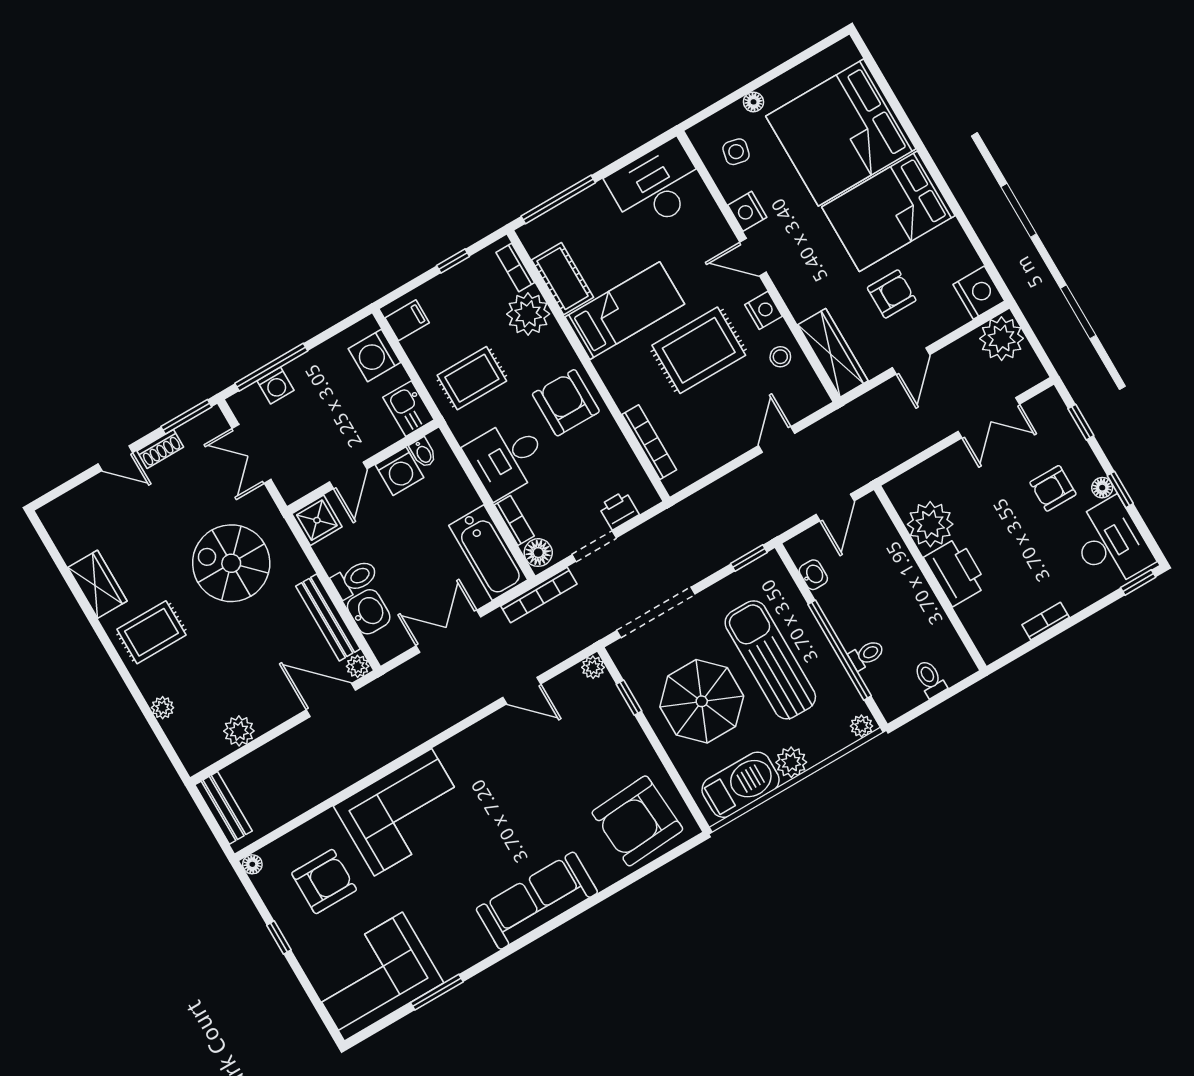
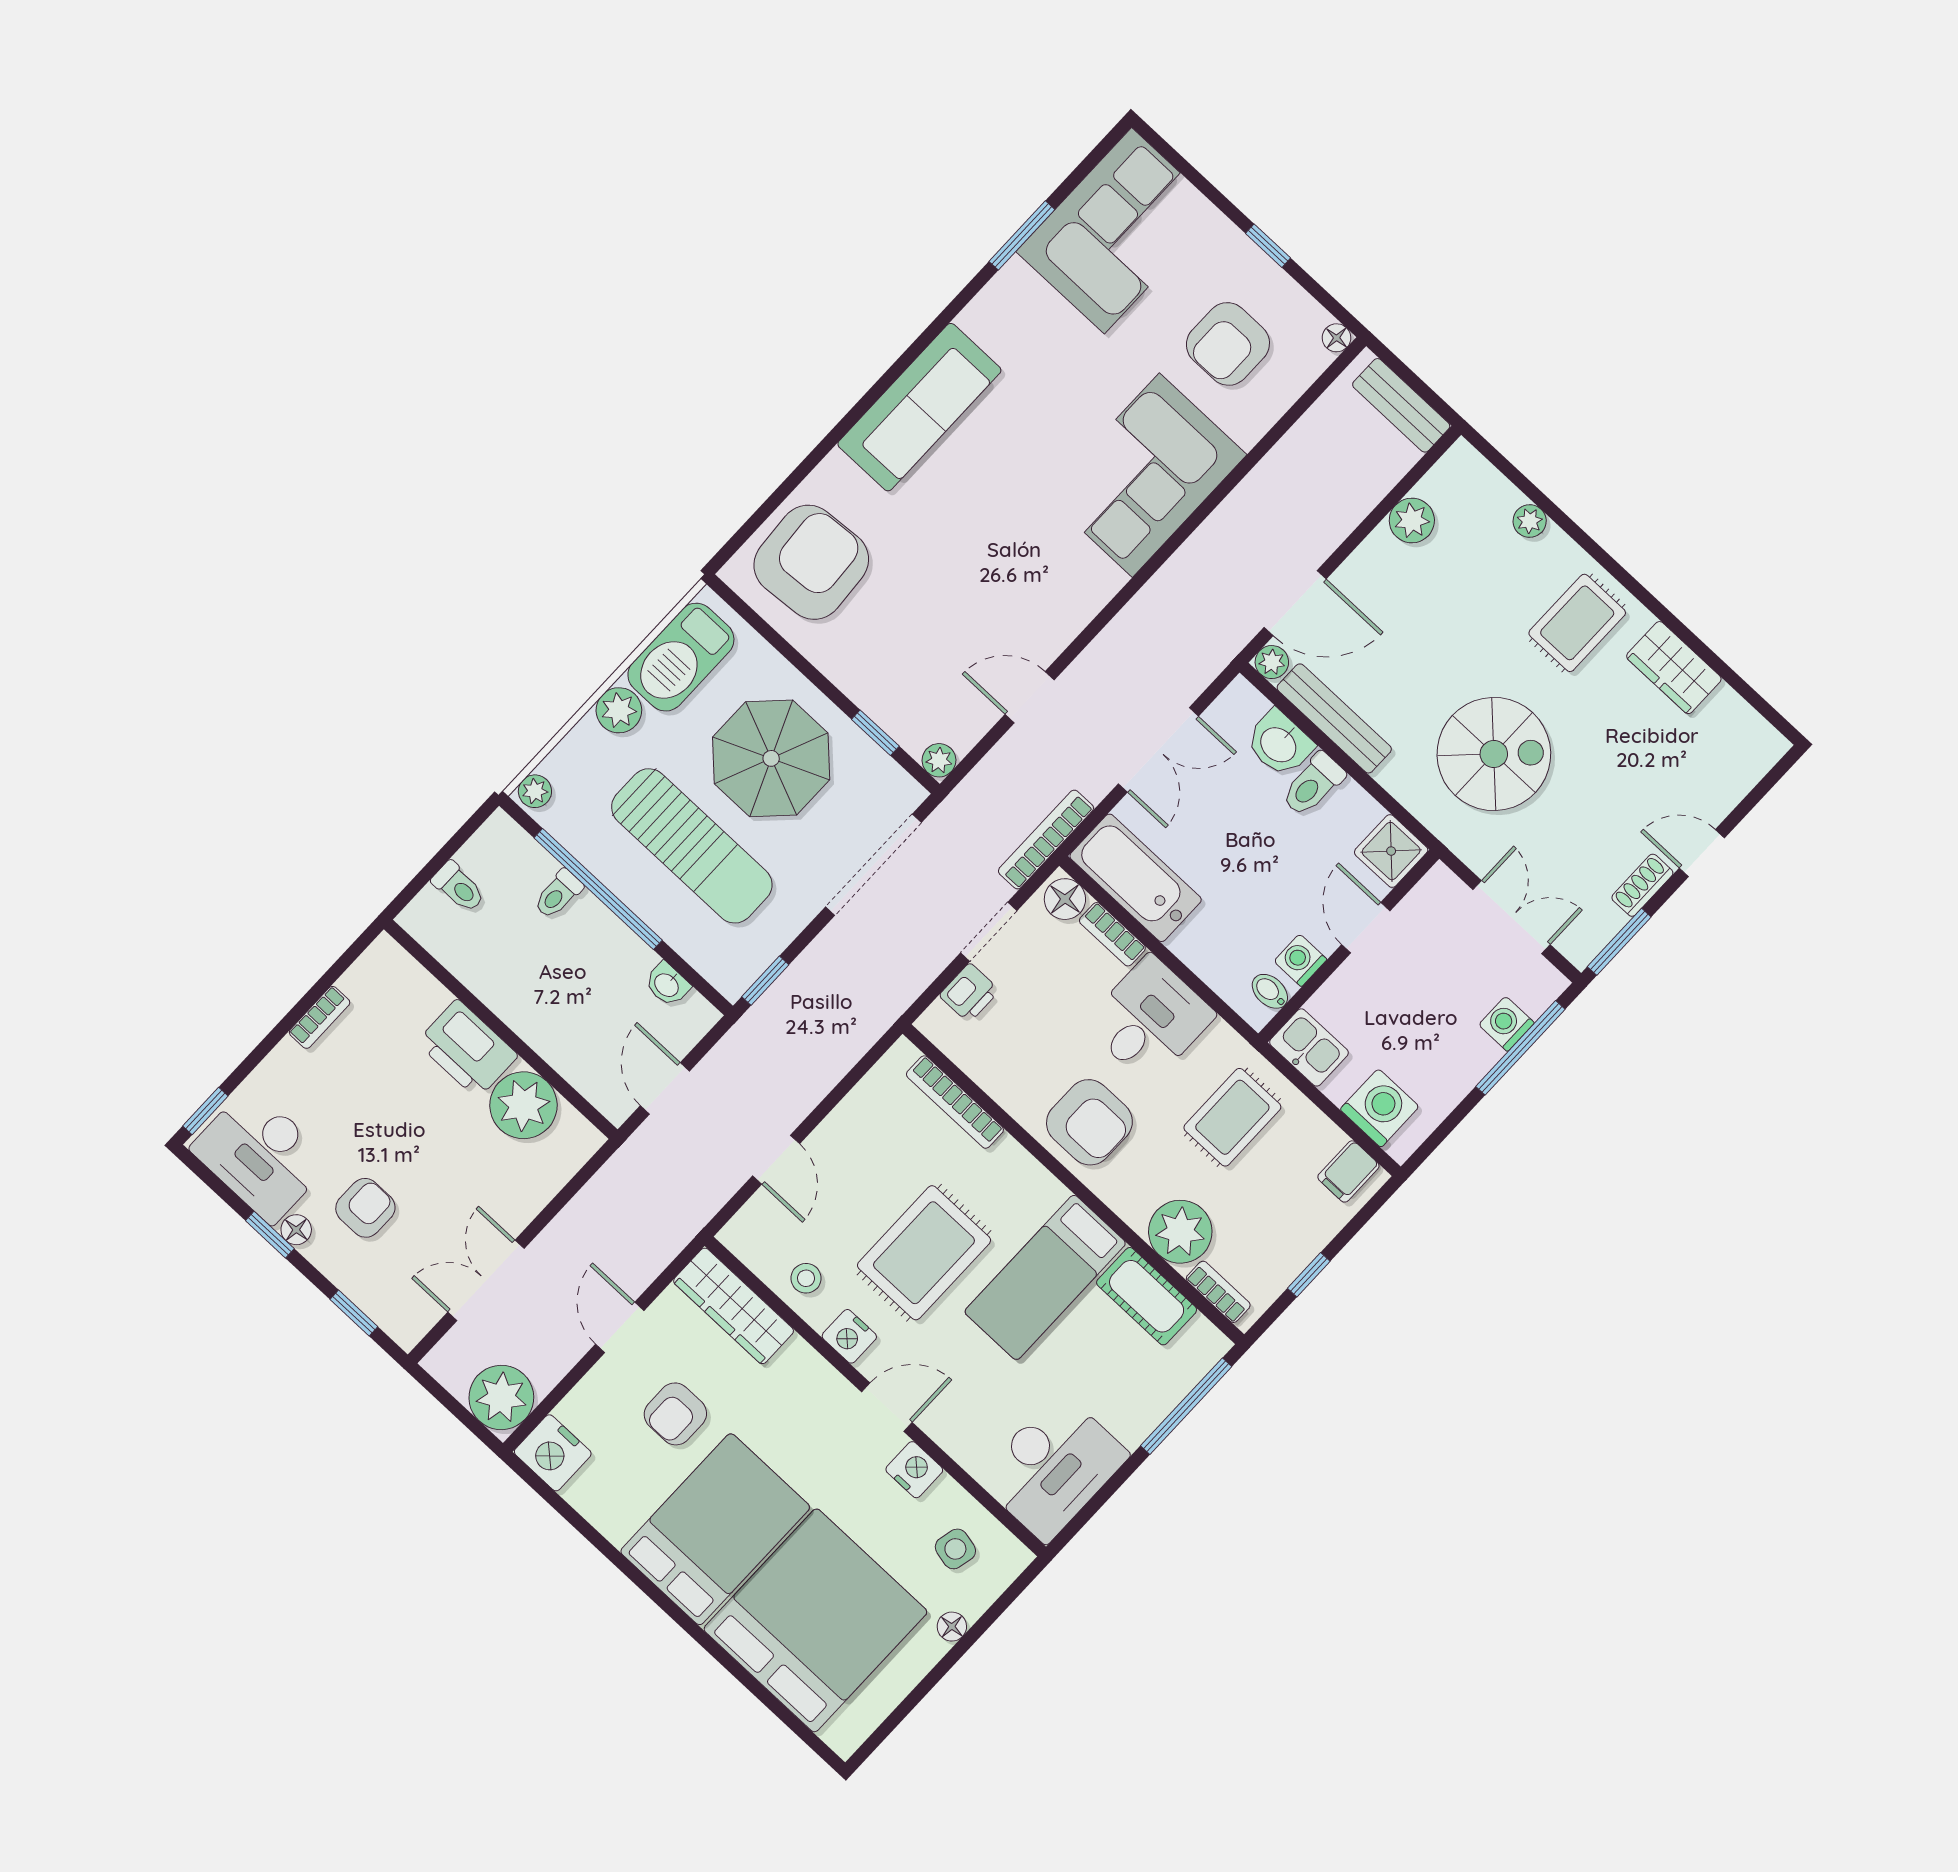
washing machine: (400, 471) -> (1300, 960), width x0.73, depth x0.73

